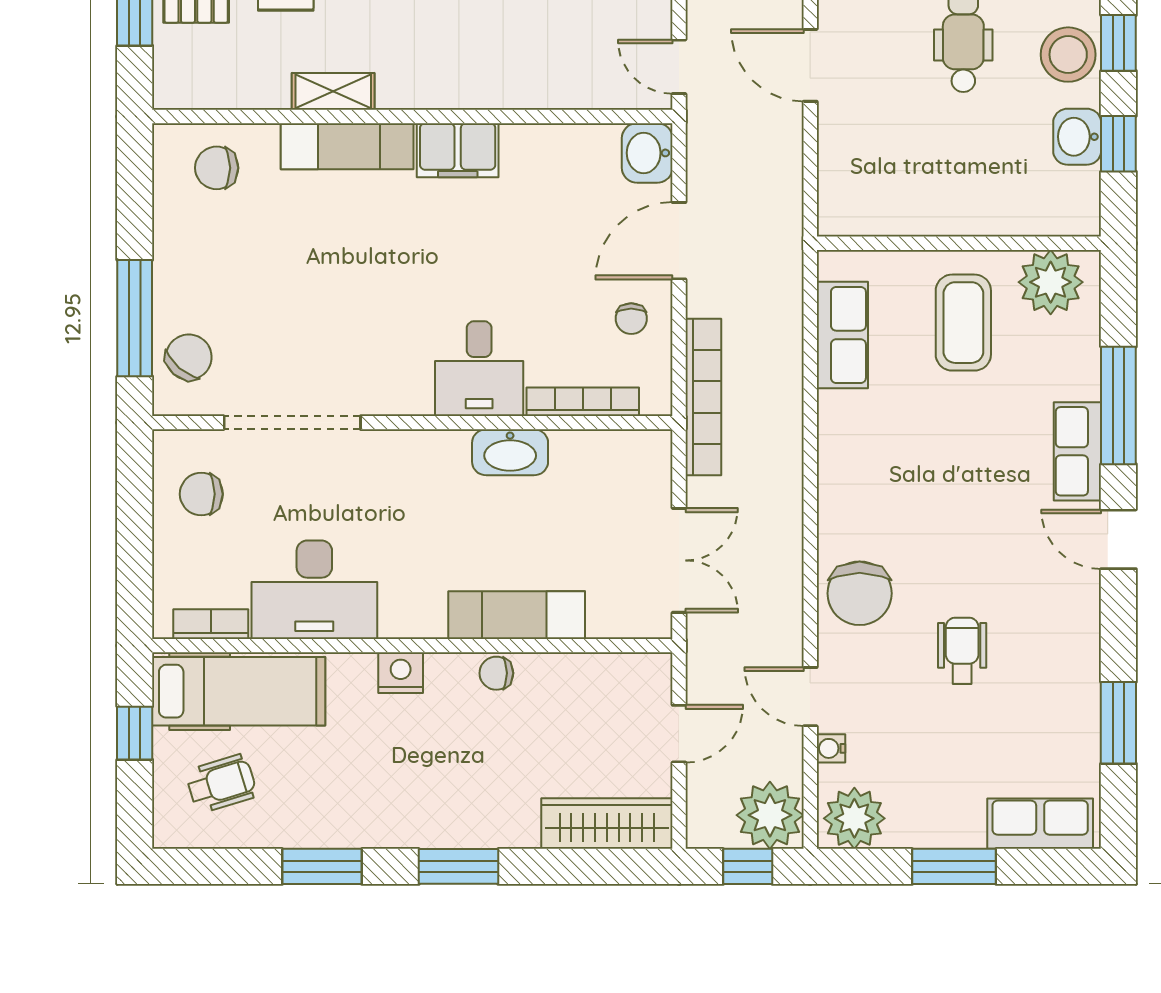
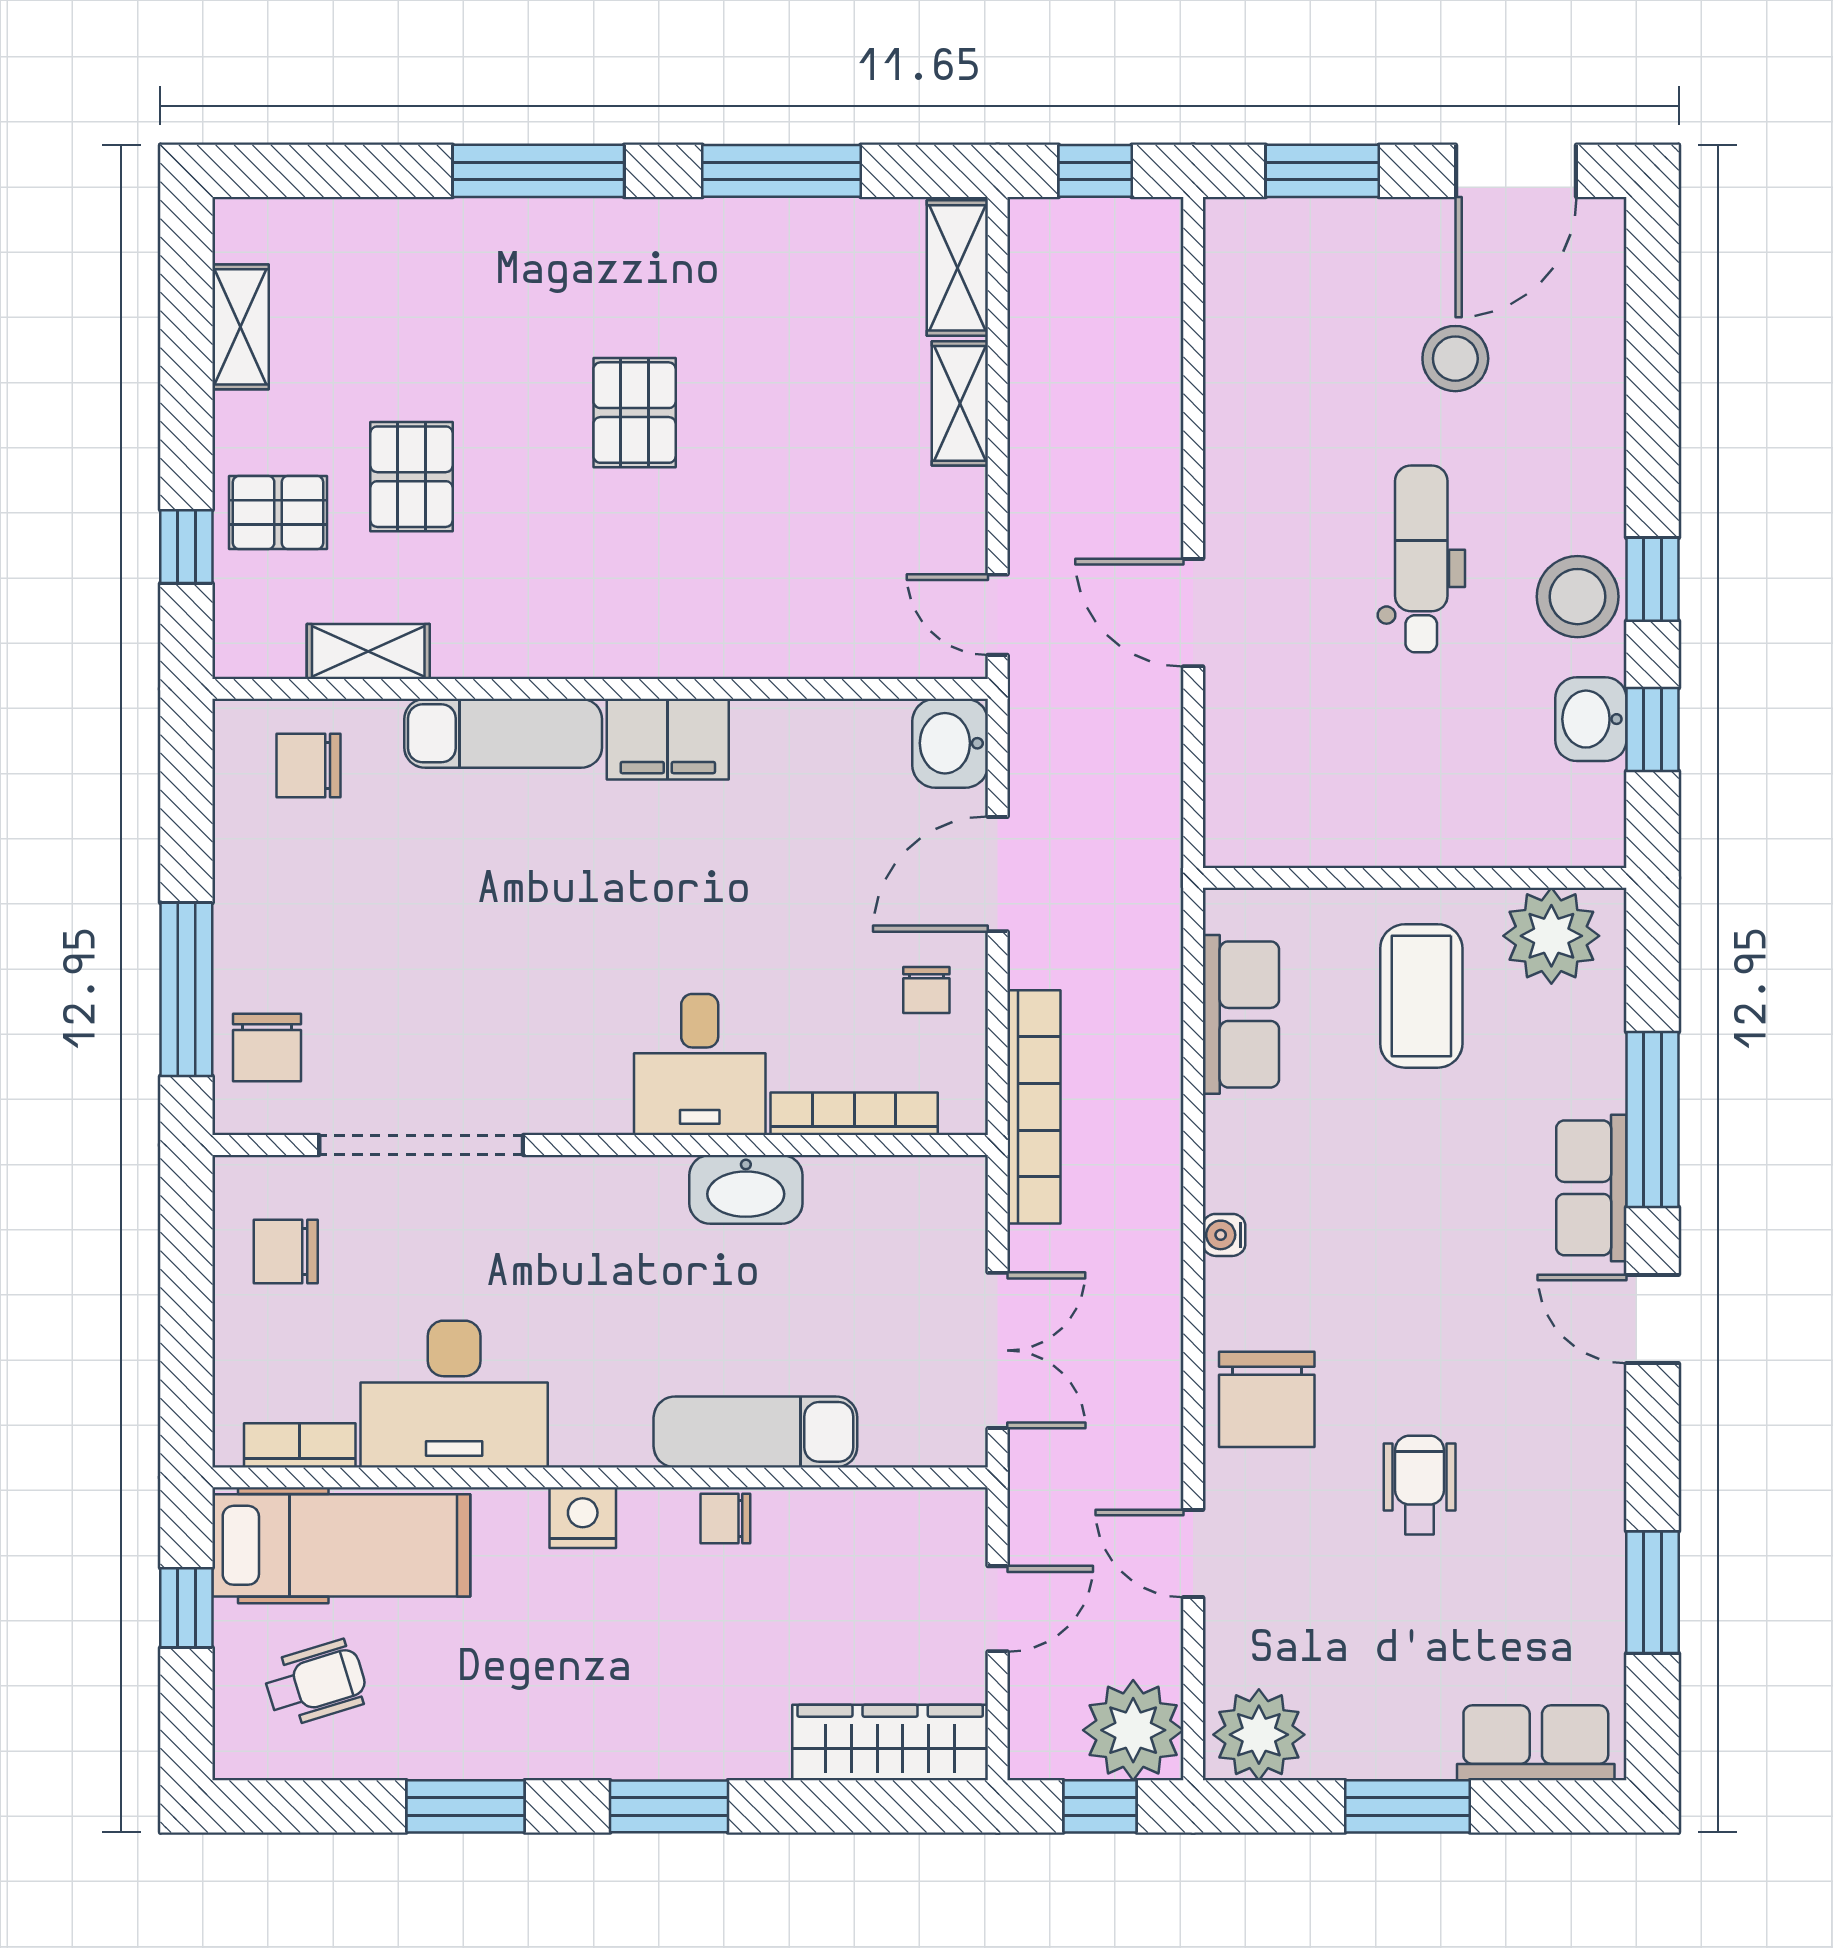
shelving: (333, 91) -> (368, 652), moved
chair: (189, 357) -> (267, 1047), turned 139
water cooler: (831, 748) -> (1224, 1235), moved

